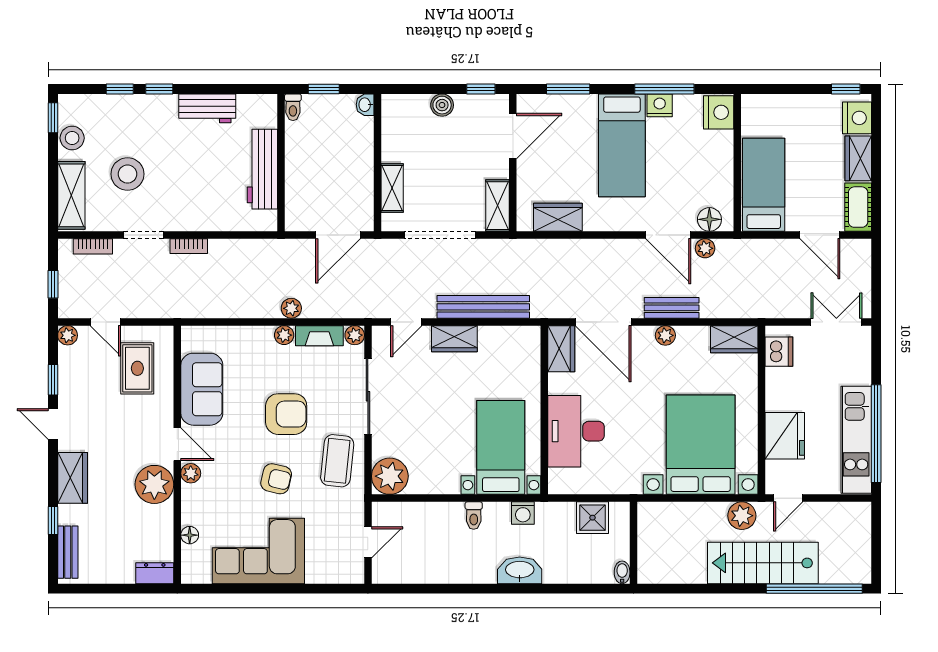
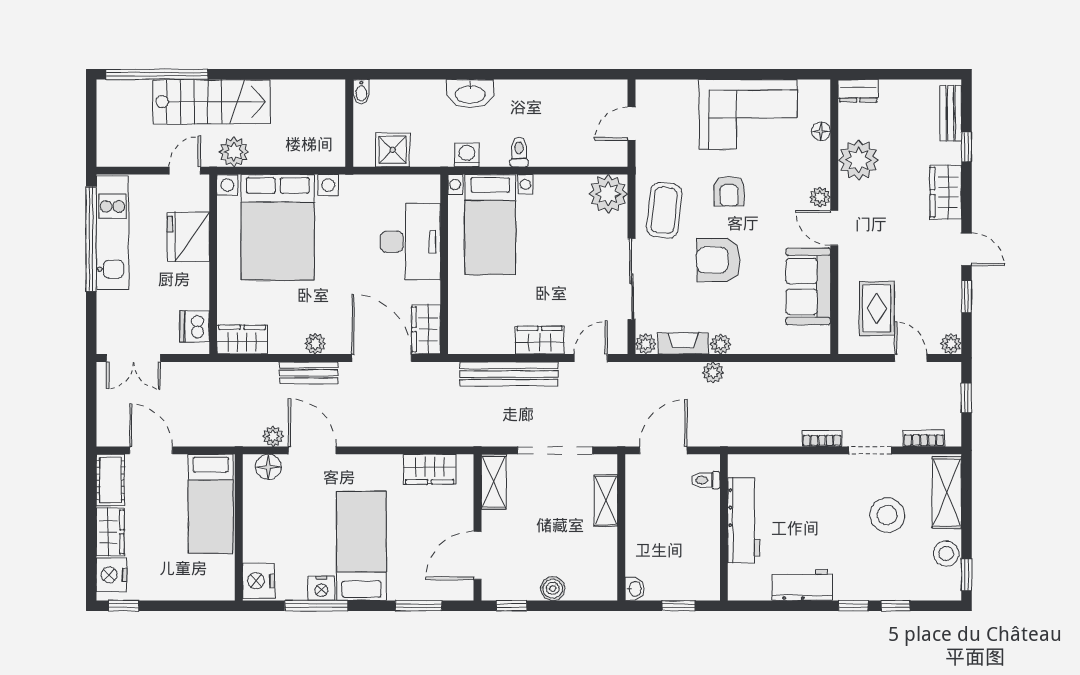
toilet: (293, 107) -> (706, 480), moved, turned -90
armchair: (276, 479) -> (729, 191), turned -103
plant: (154, 484) -> (859, 160), moved

